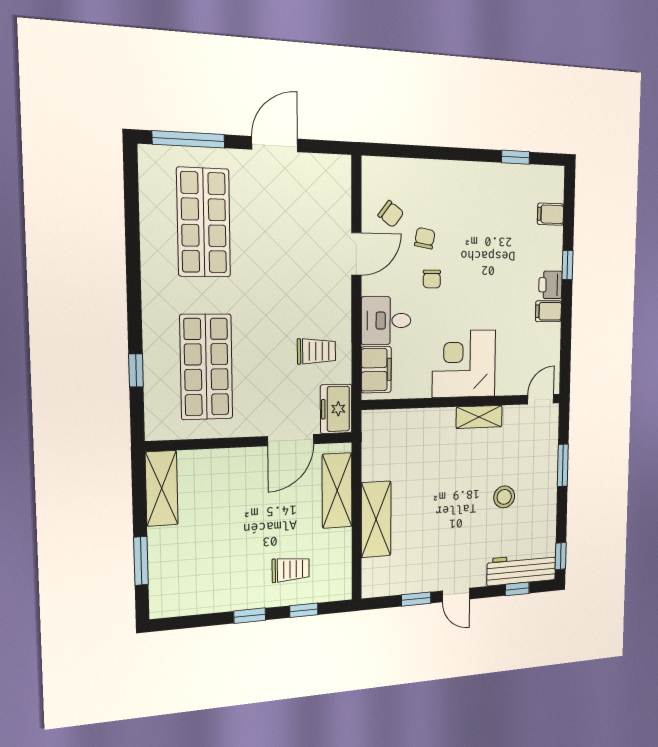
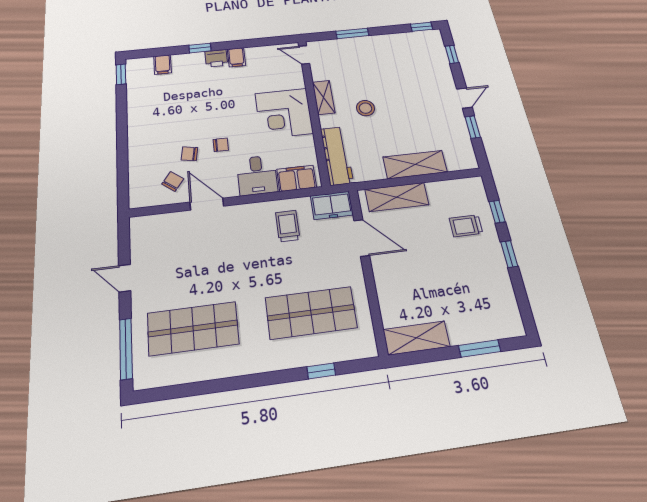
door: (275, 144) -> (125, 278), width x0.73
window: (515, 157) -> (121, 74), moved
stool: (504, 497) -> (365, 108), moved
trolley: (291, 569) -> (466, 226), turned -90
workbench: (522, 569) -> (337, 156), moved, turned 180

